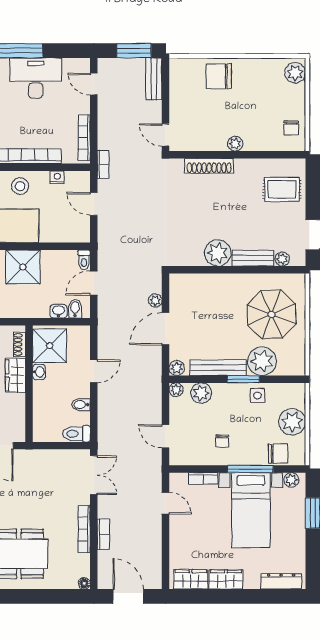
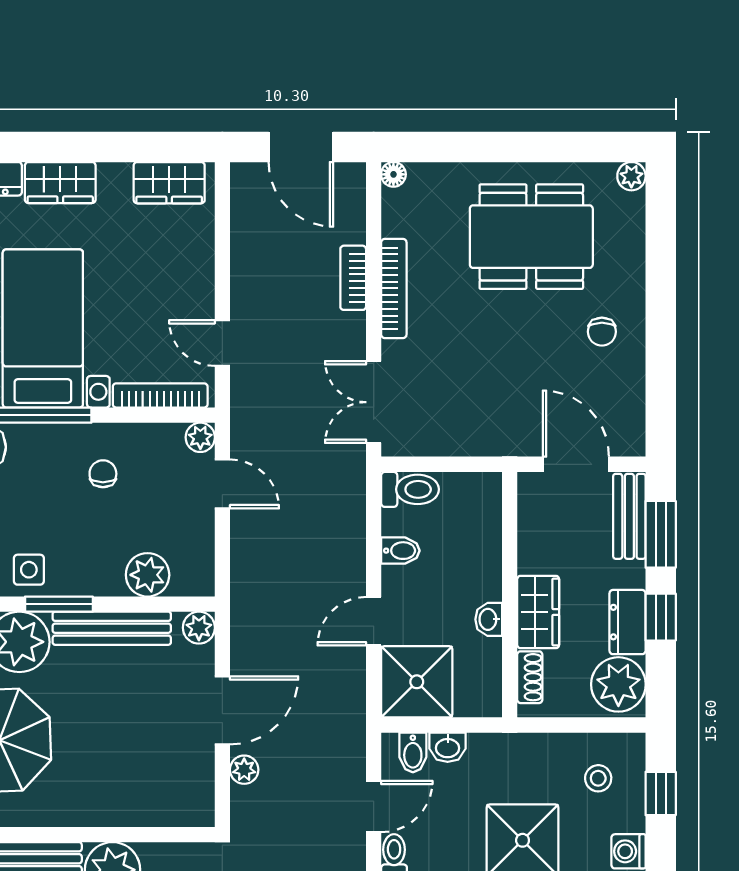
shower: (50, 346) -> (417, 682), moved
plant: (176, 390) -> (200, 437), moved
bookcase: (203, 478) -> (160, 395), width x1.56
wardrobe: (226, 579) -> (60, 183), moved

